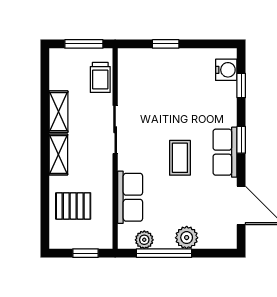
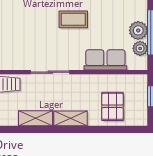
plant: (187, 238) -> (138, 30), moved

